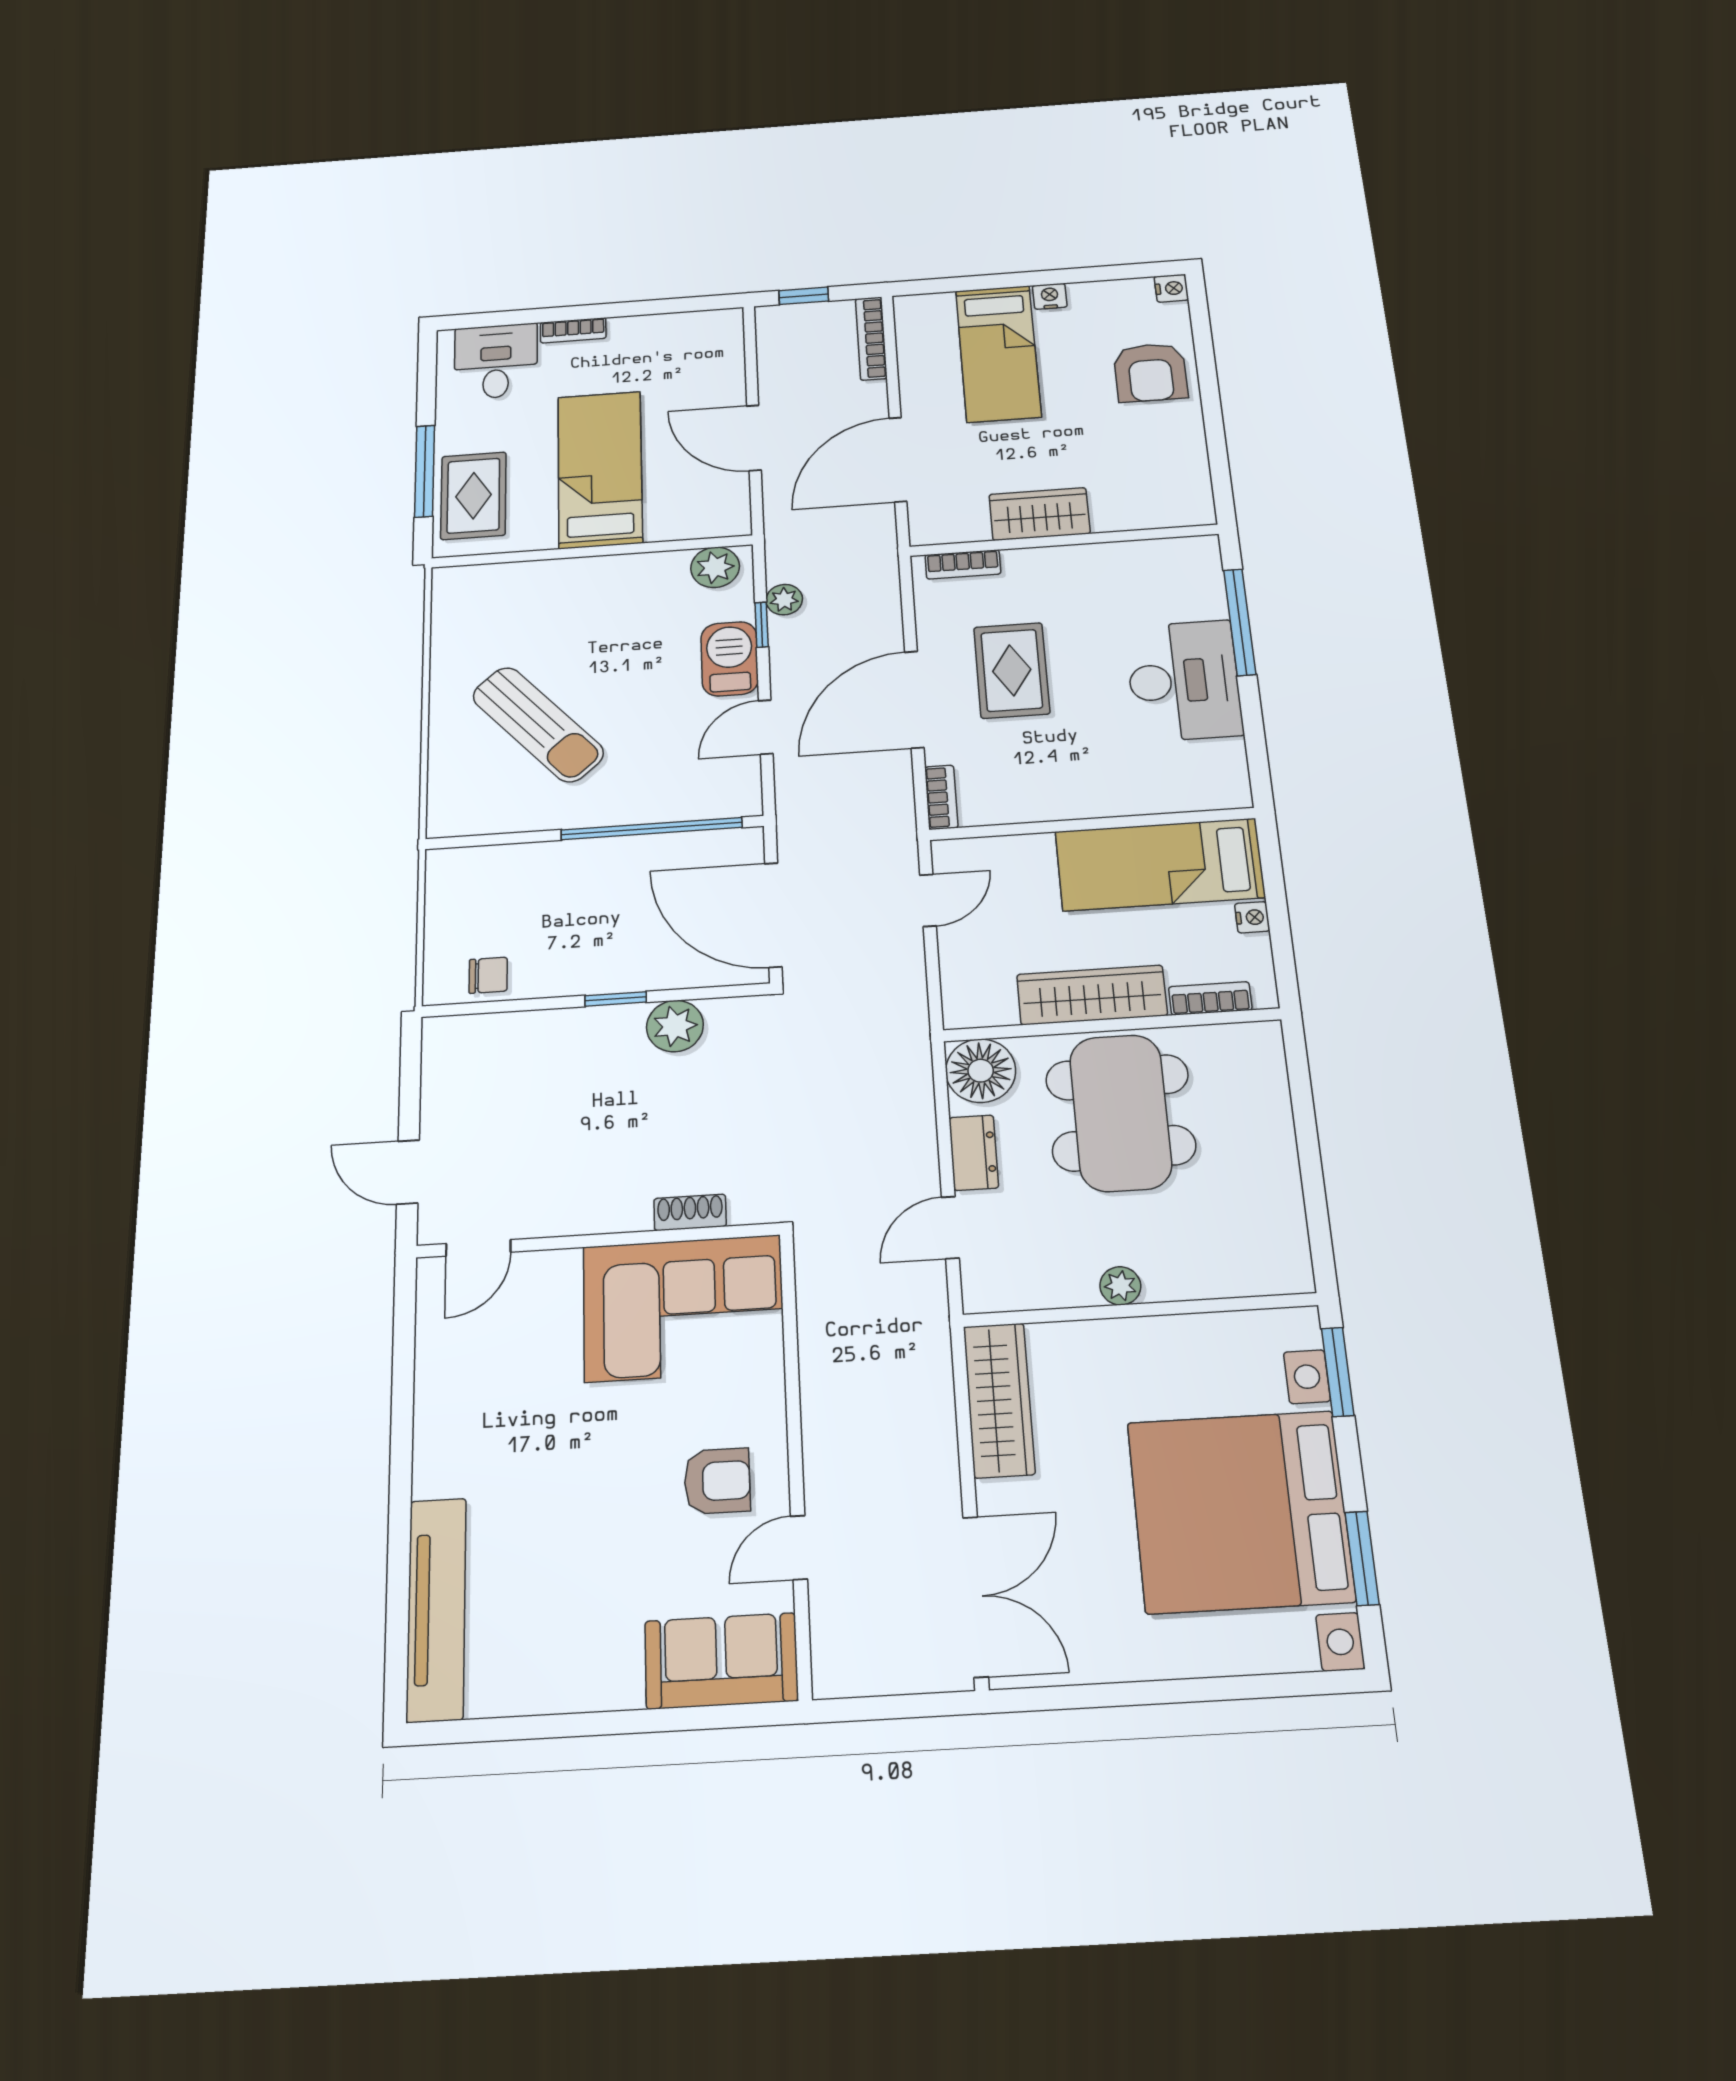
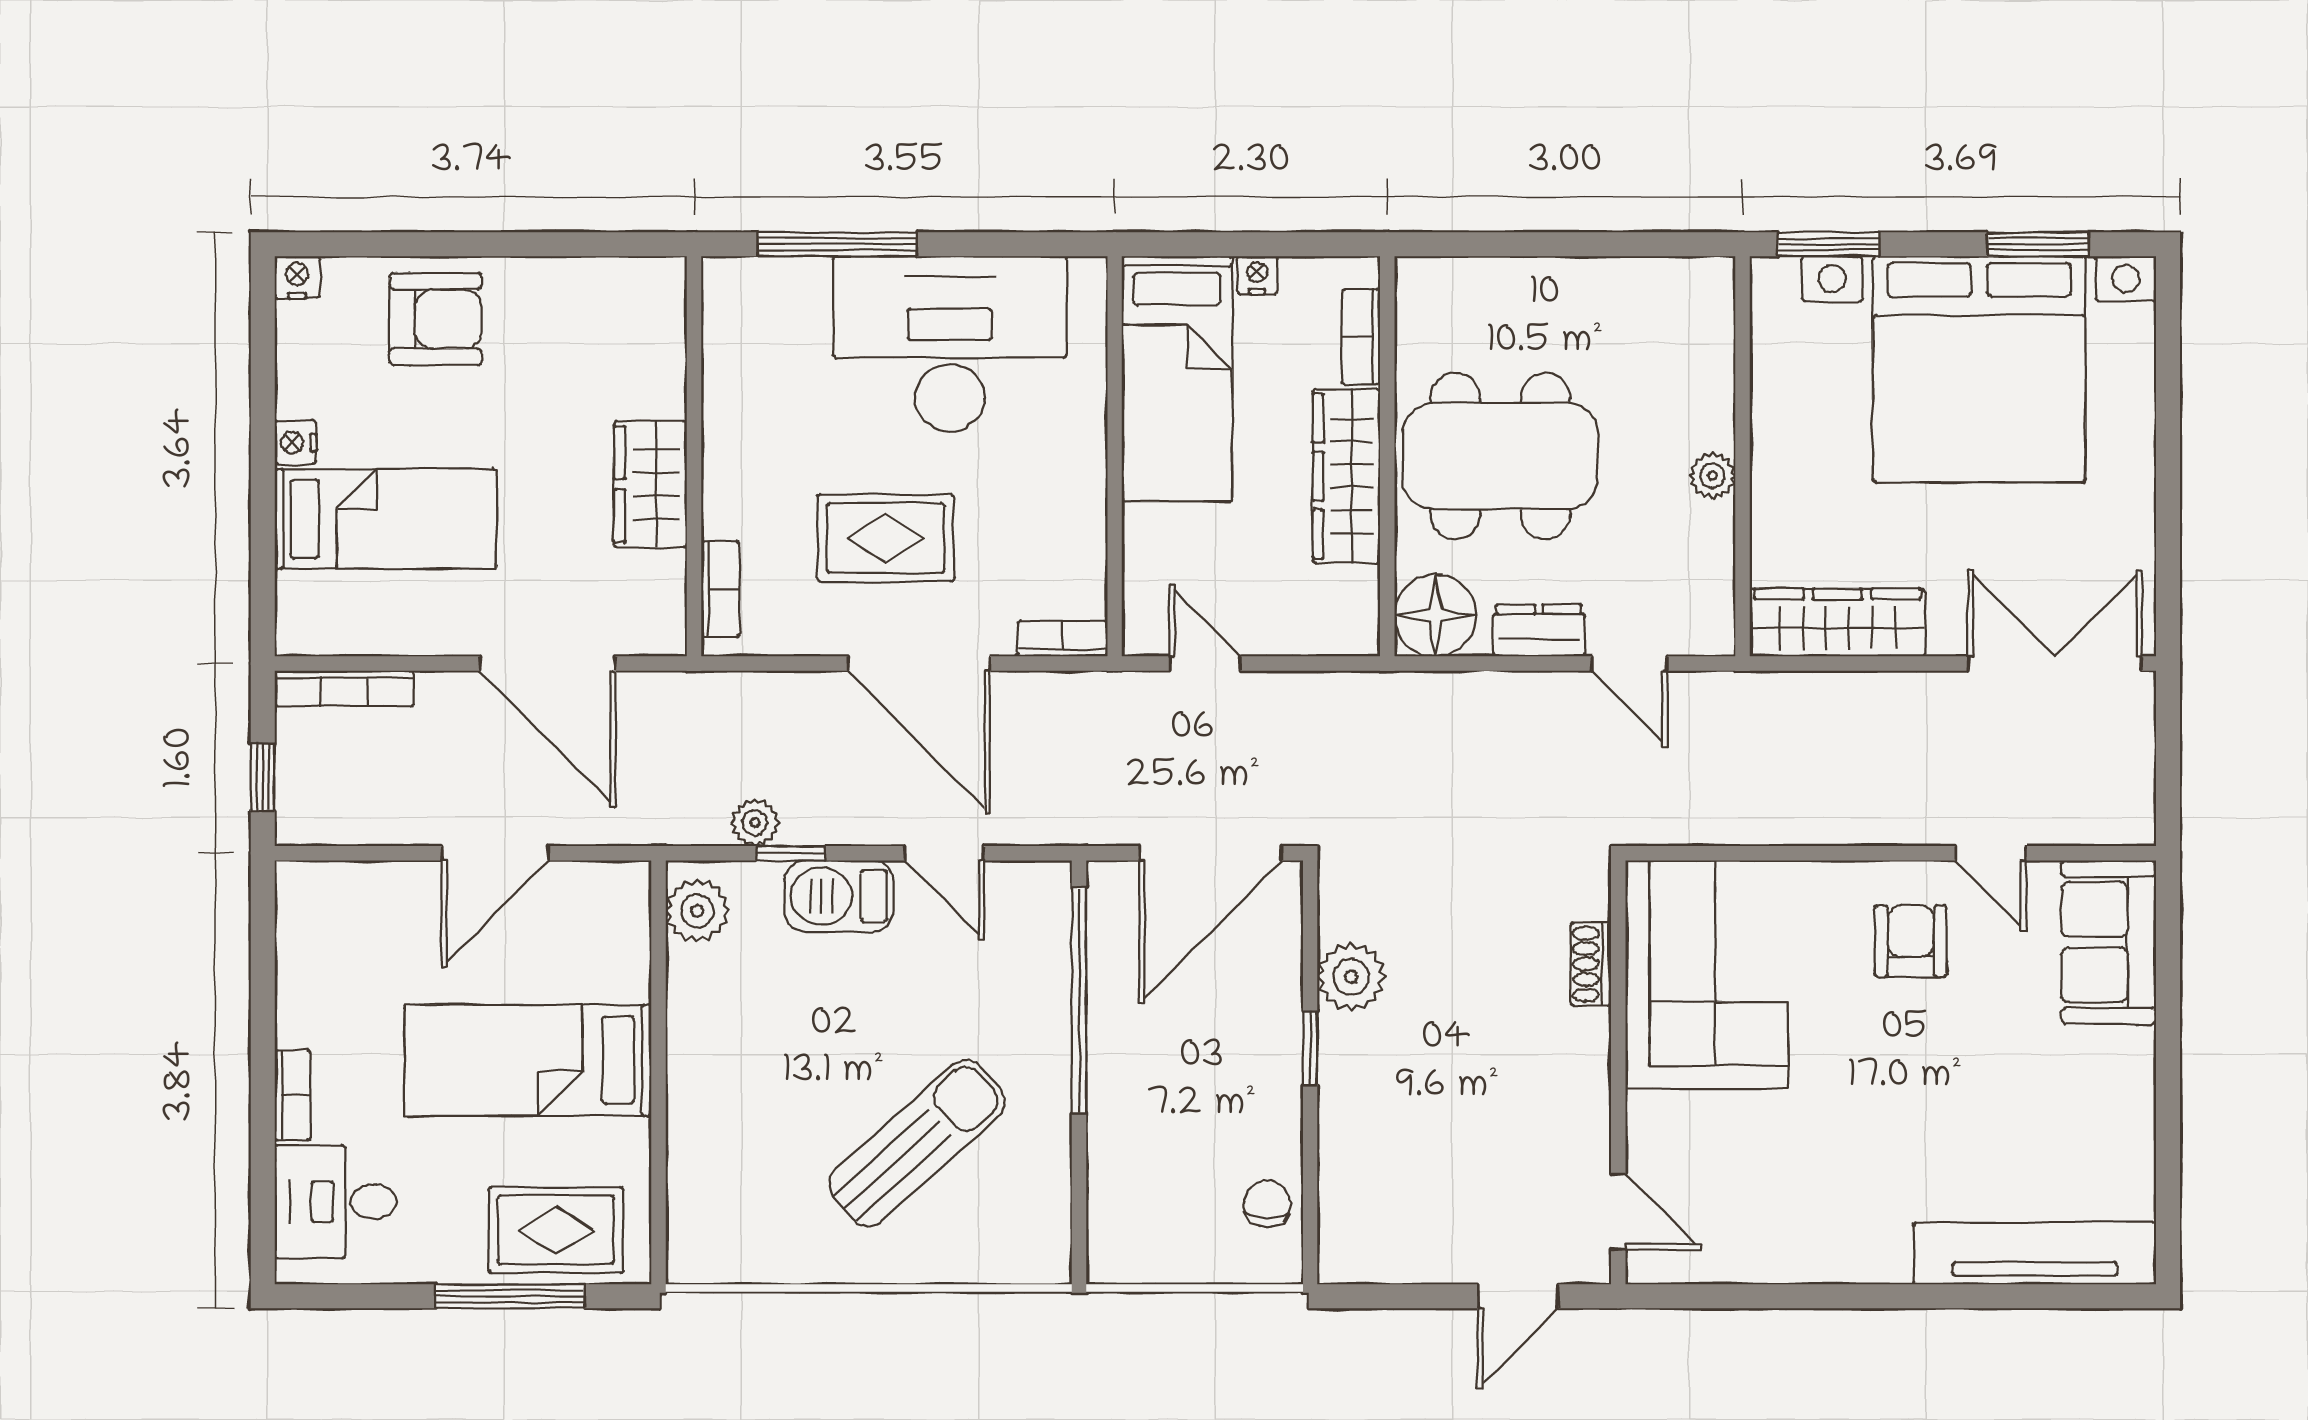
desk: (1184, 681) -> (950, 344), width x1.36, depth x1.30

